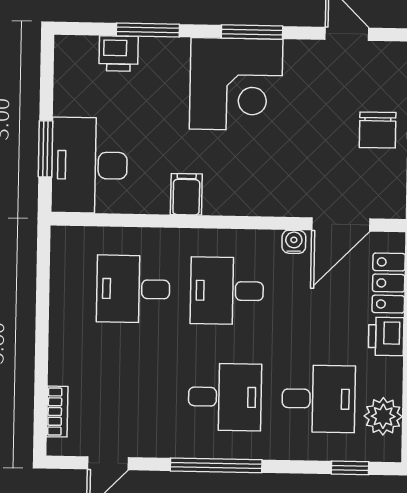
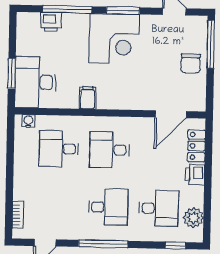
window: (148, 30) -> (67, 9), width x1.44
water cooler: (294, 242) -> (28, 121), moved

